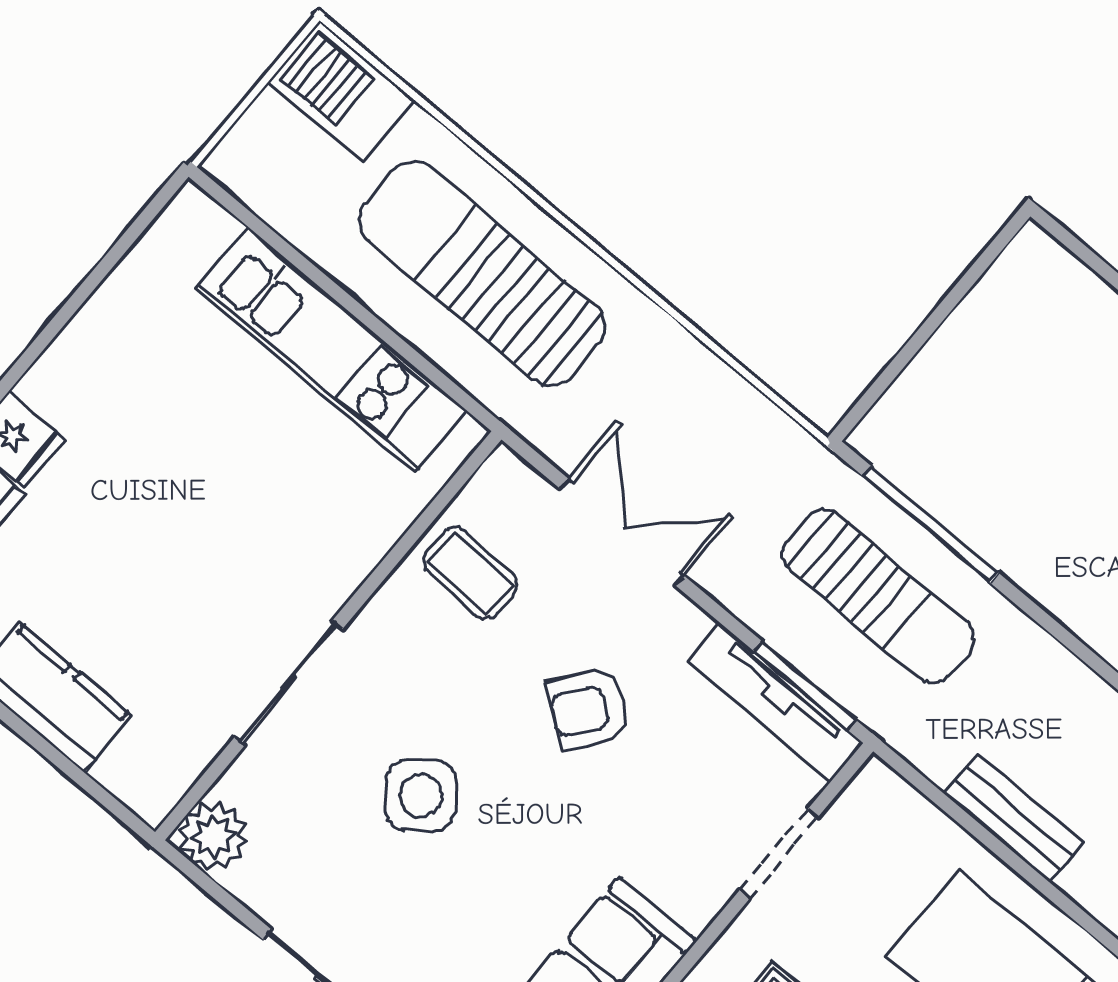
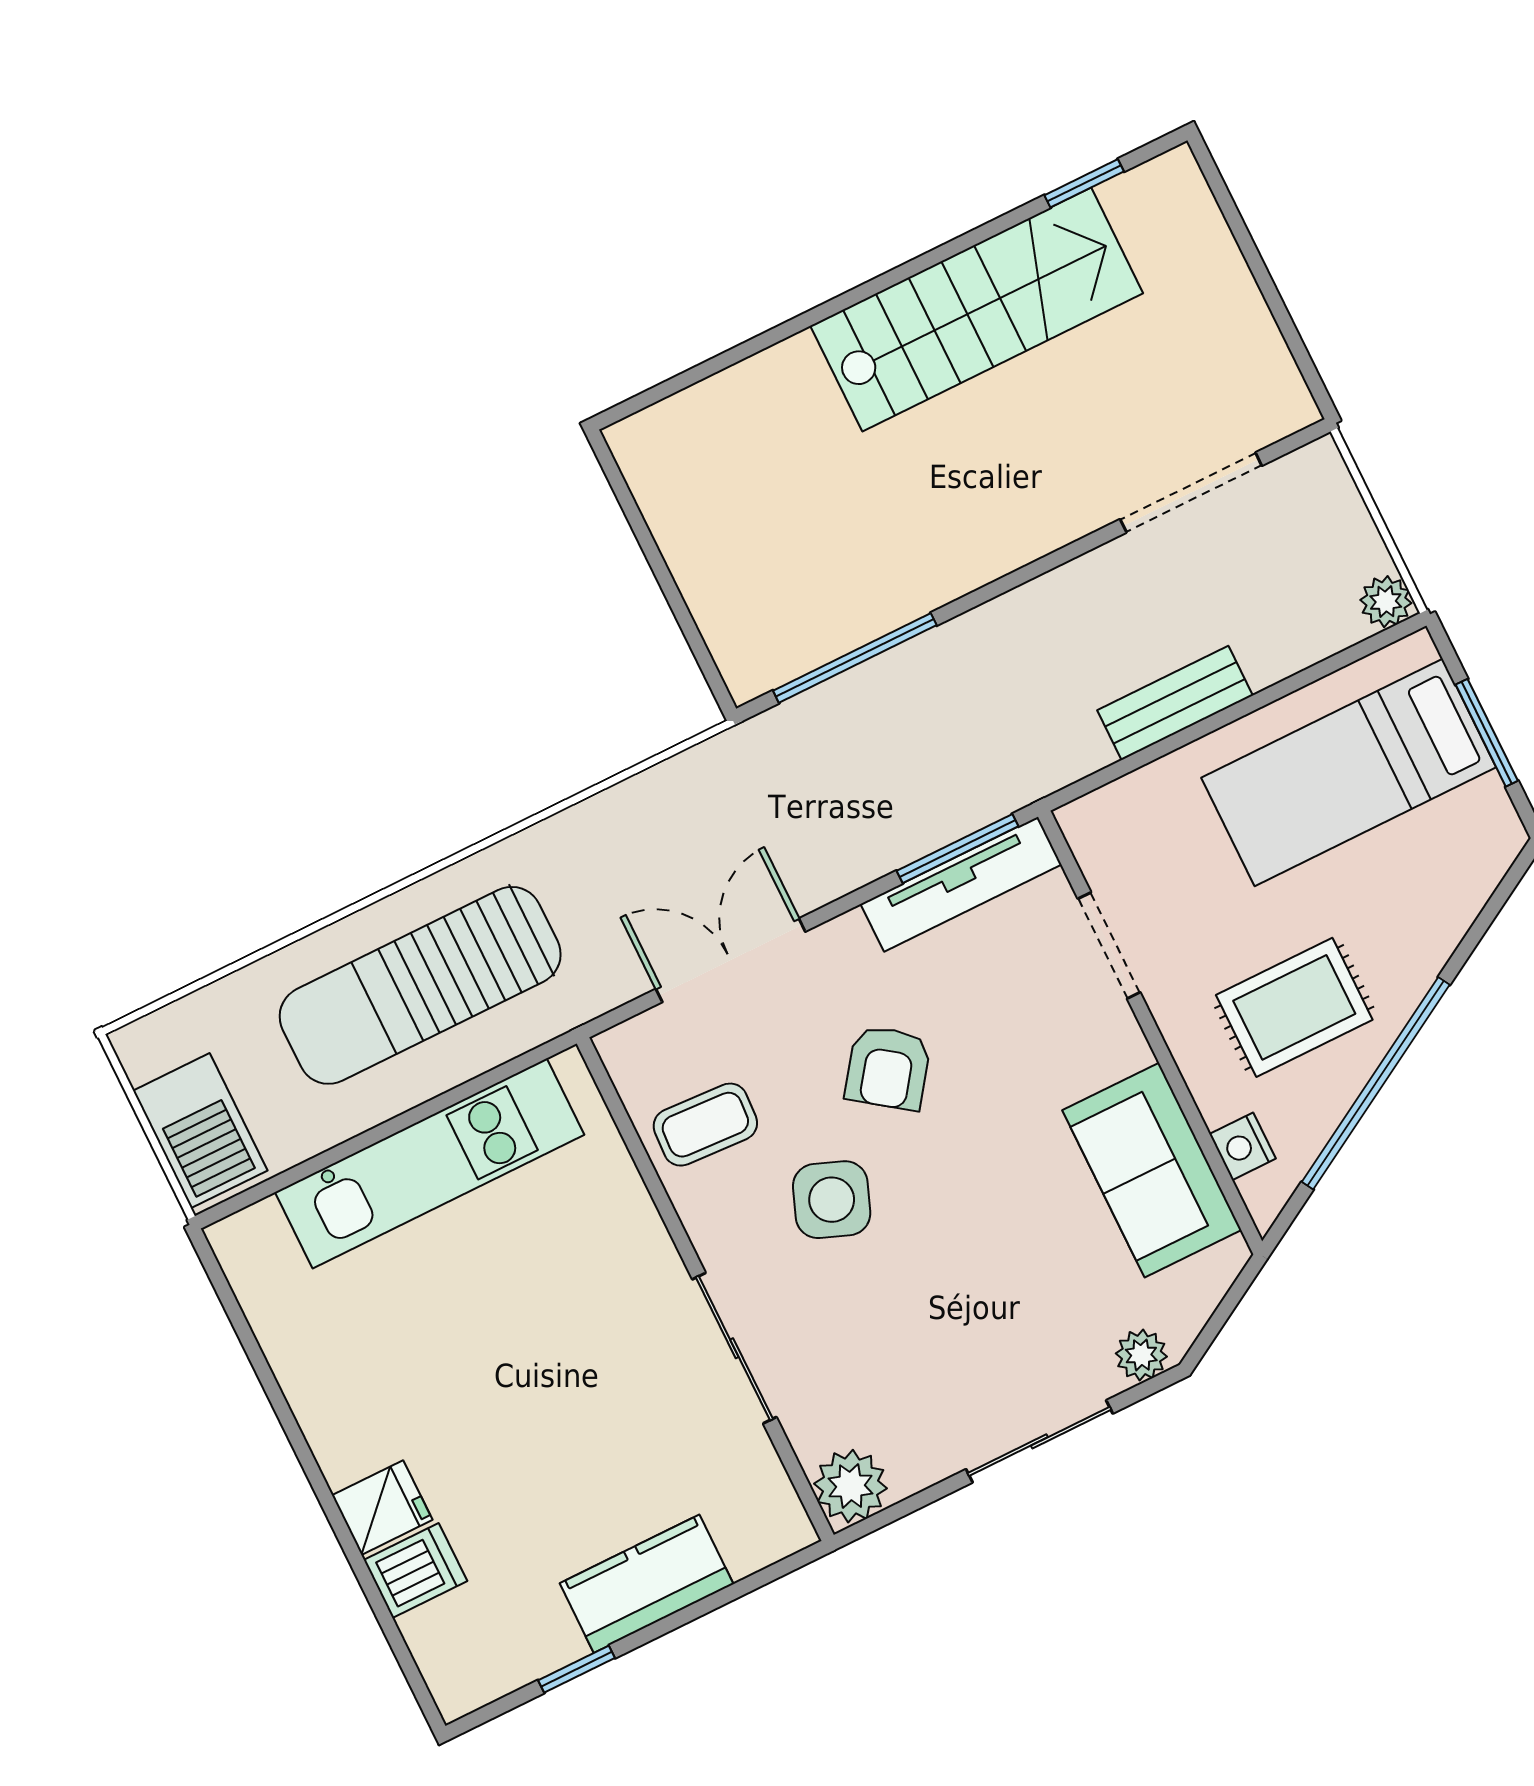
barbecue: (341, 91) -> (200, 1131), moved, turned -90
sun lounger: (878, 596) -> (902, 739), removed
side table: (421, 796) -> (832, 1200), moved, turned -32

